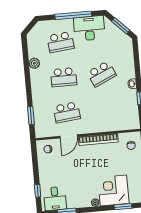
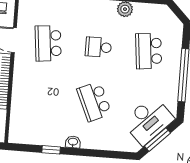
desk: (89, 28) -> (148, 120), moved, turned 45
school desk: (64, 77) -> (98, 47), width x0.54

